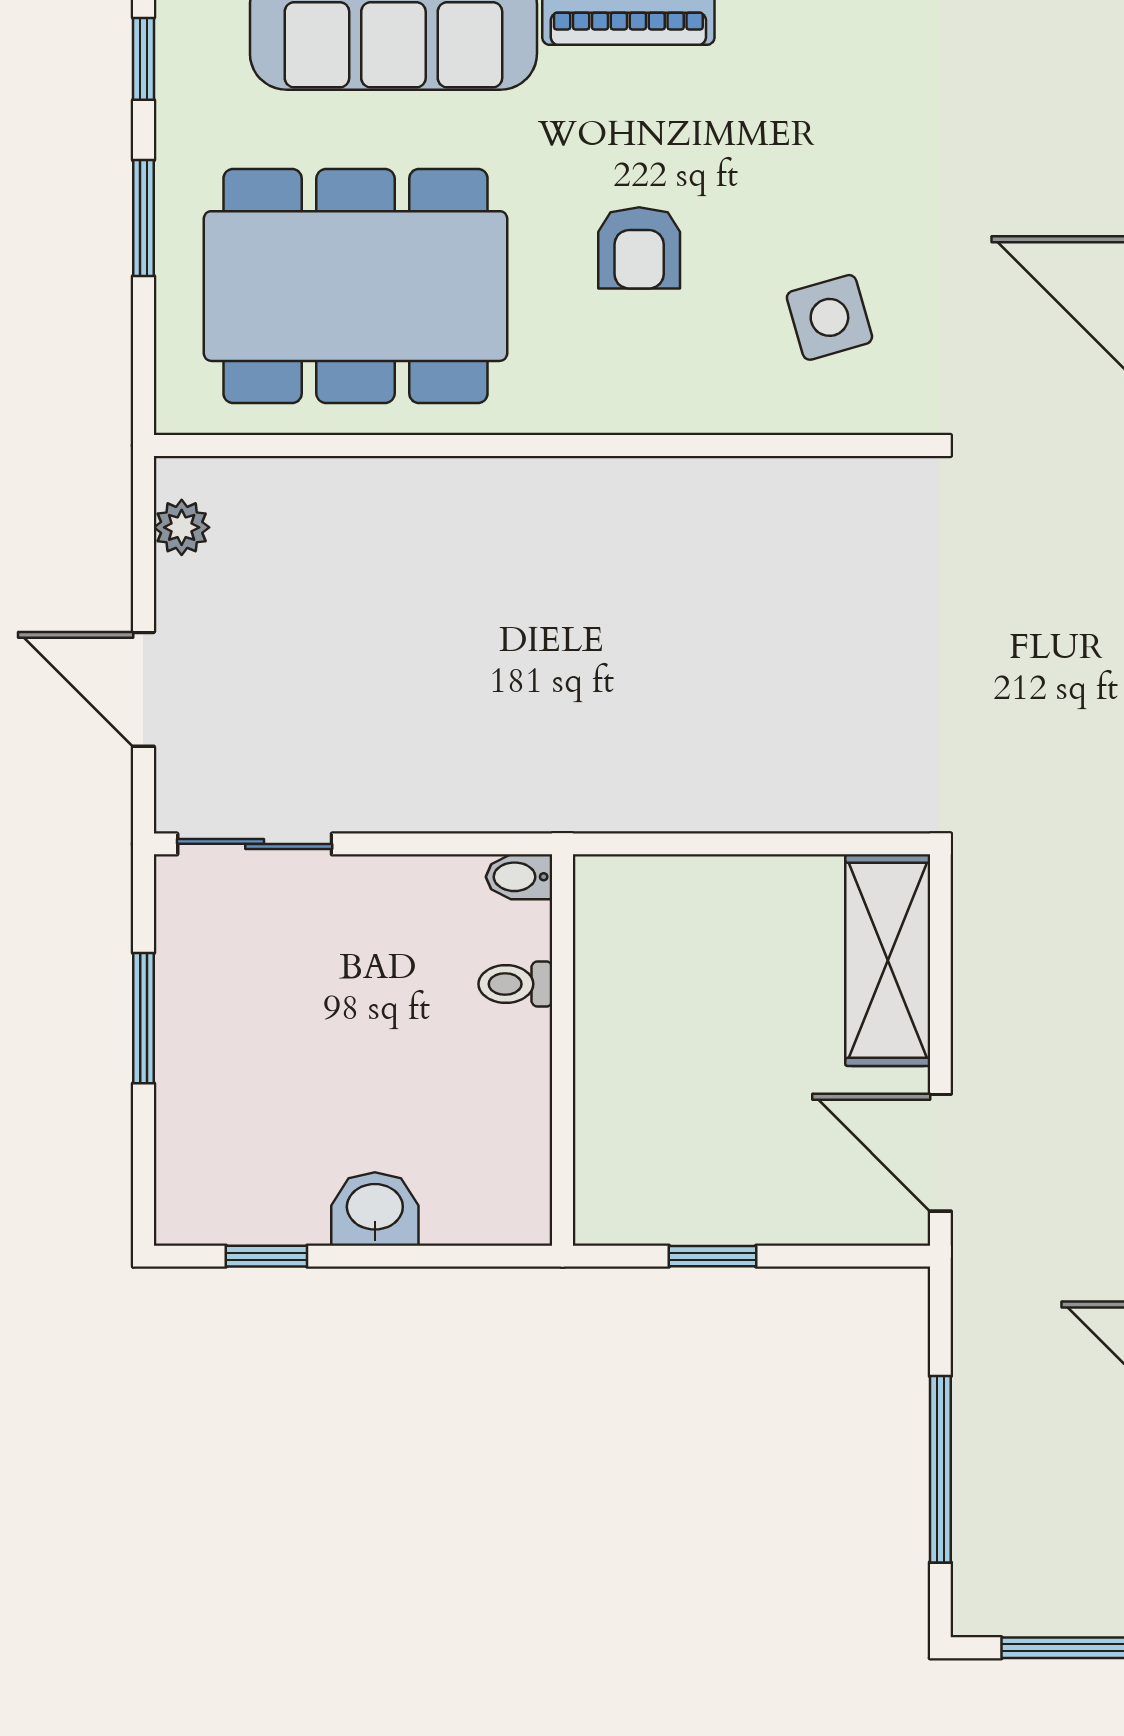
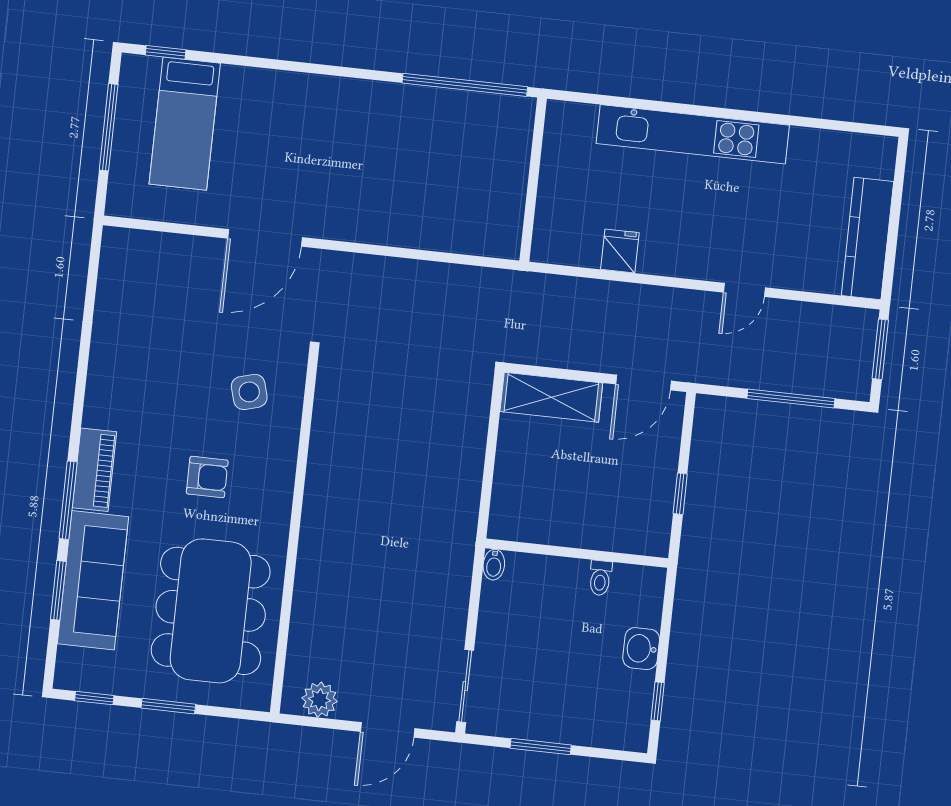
plant: (182, 527) -> (320, 700), width x1.38, depth x1.38
toilet: (515, 984) -> (600, 578), moved

